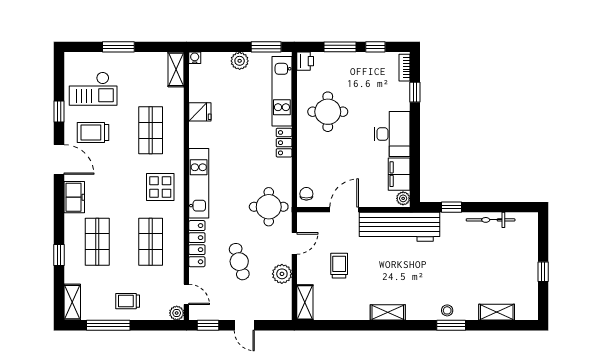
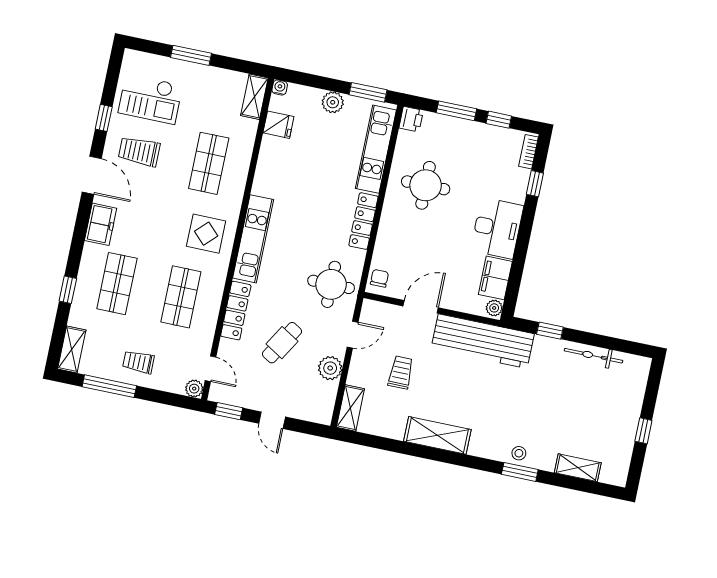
fridge: (200, 112) -> (278, 125), moved
locker: (284, 143) -> (363, 221), width x1.53
cafe table: (239, 262) -> (282, 343), turned 47
shelving: (388, 312) -> (437, 435), width x1.50, depth x1.33

